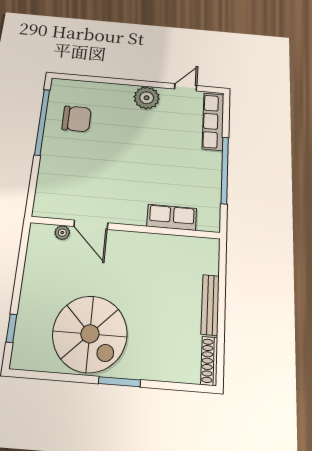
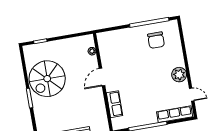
door: (91, 225) -> (102, 77), moved

